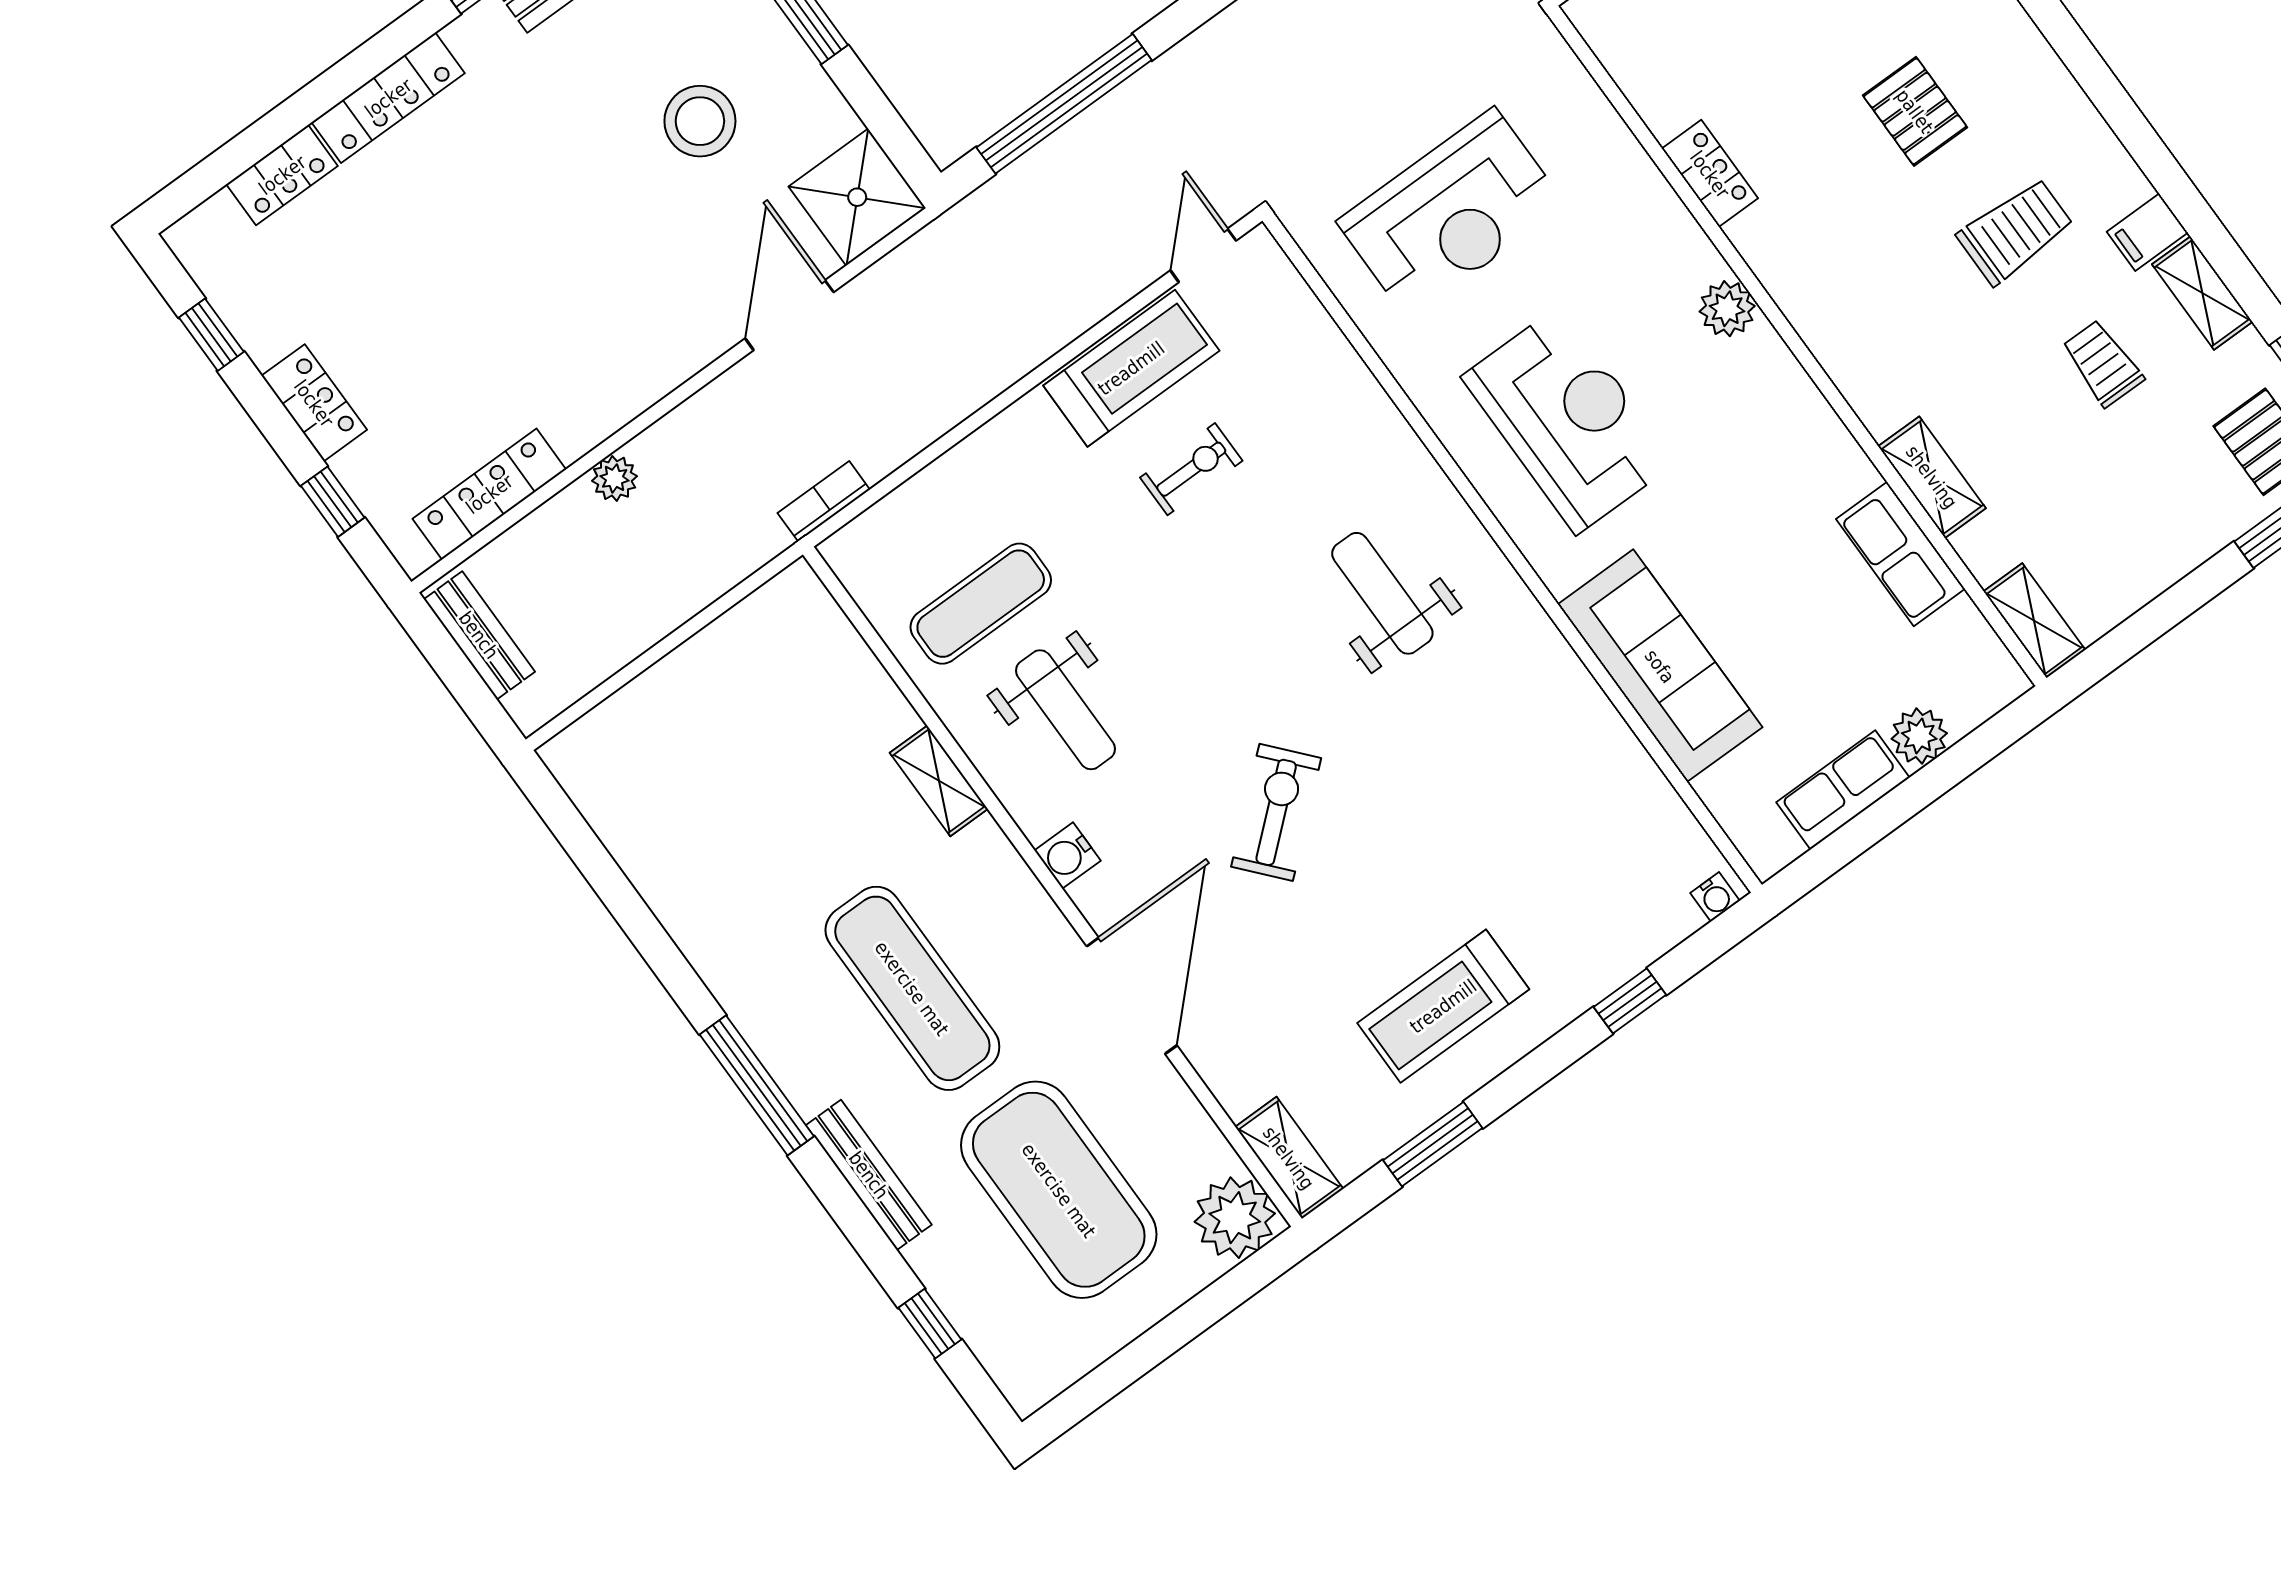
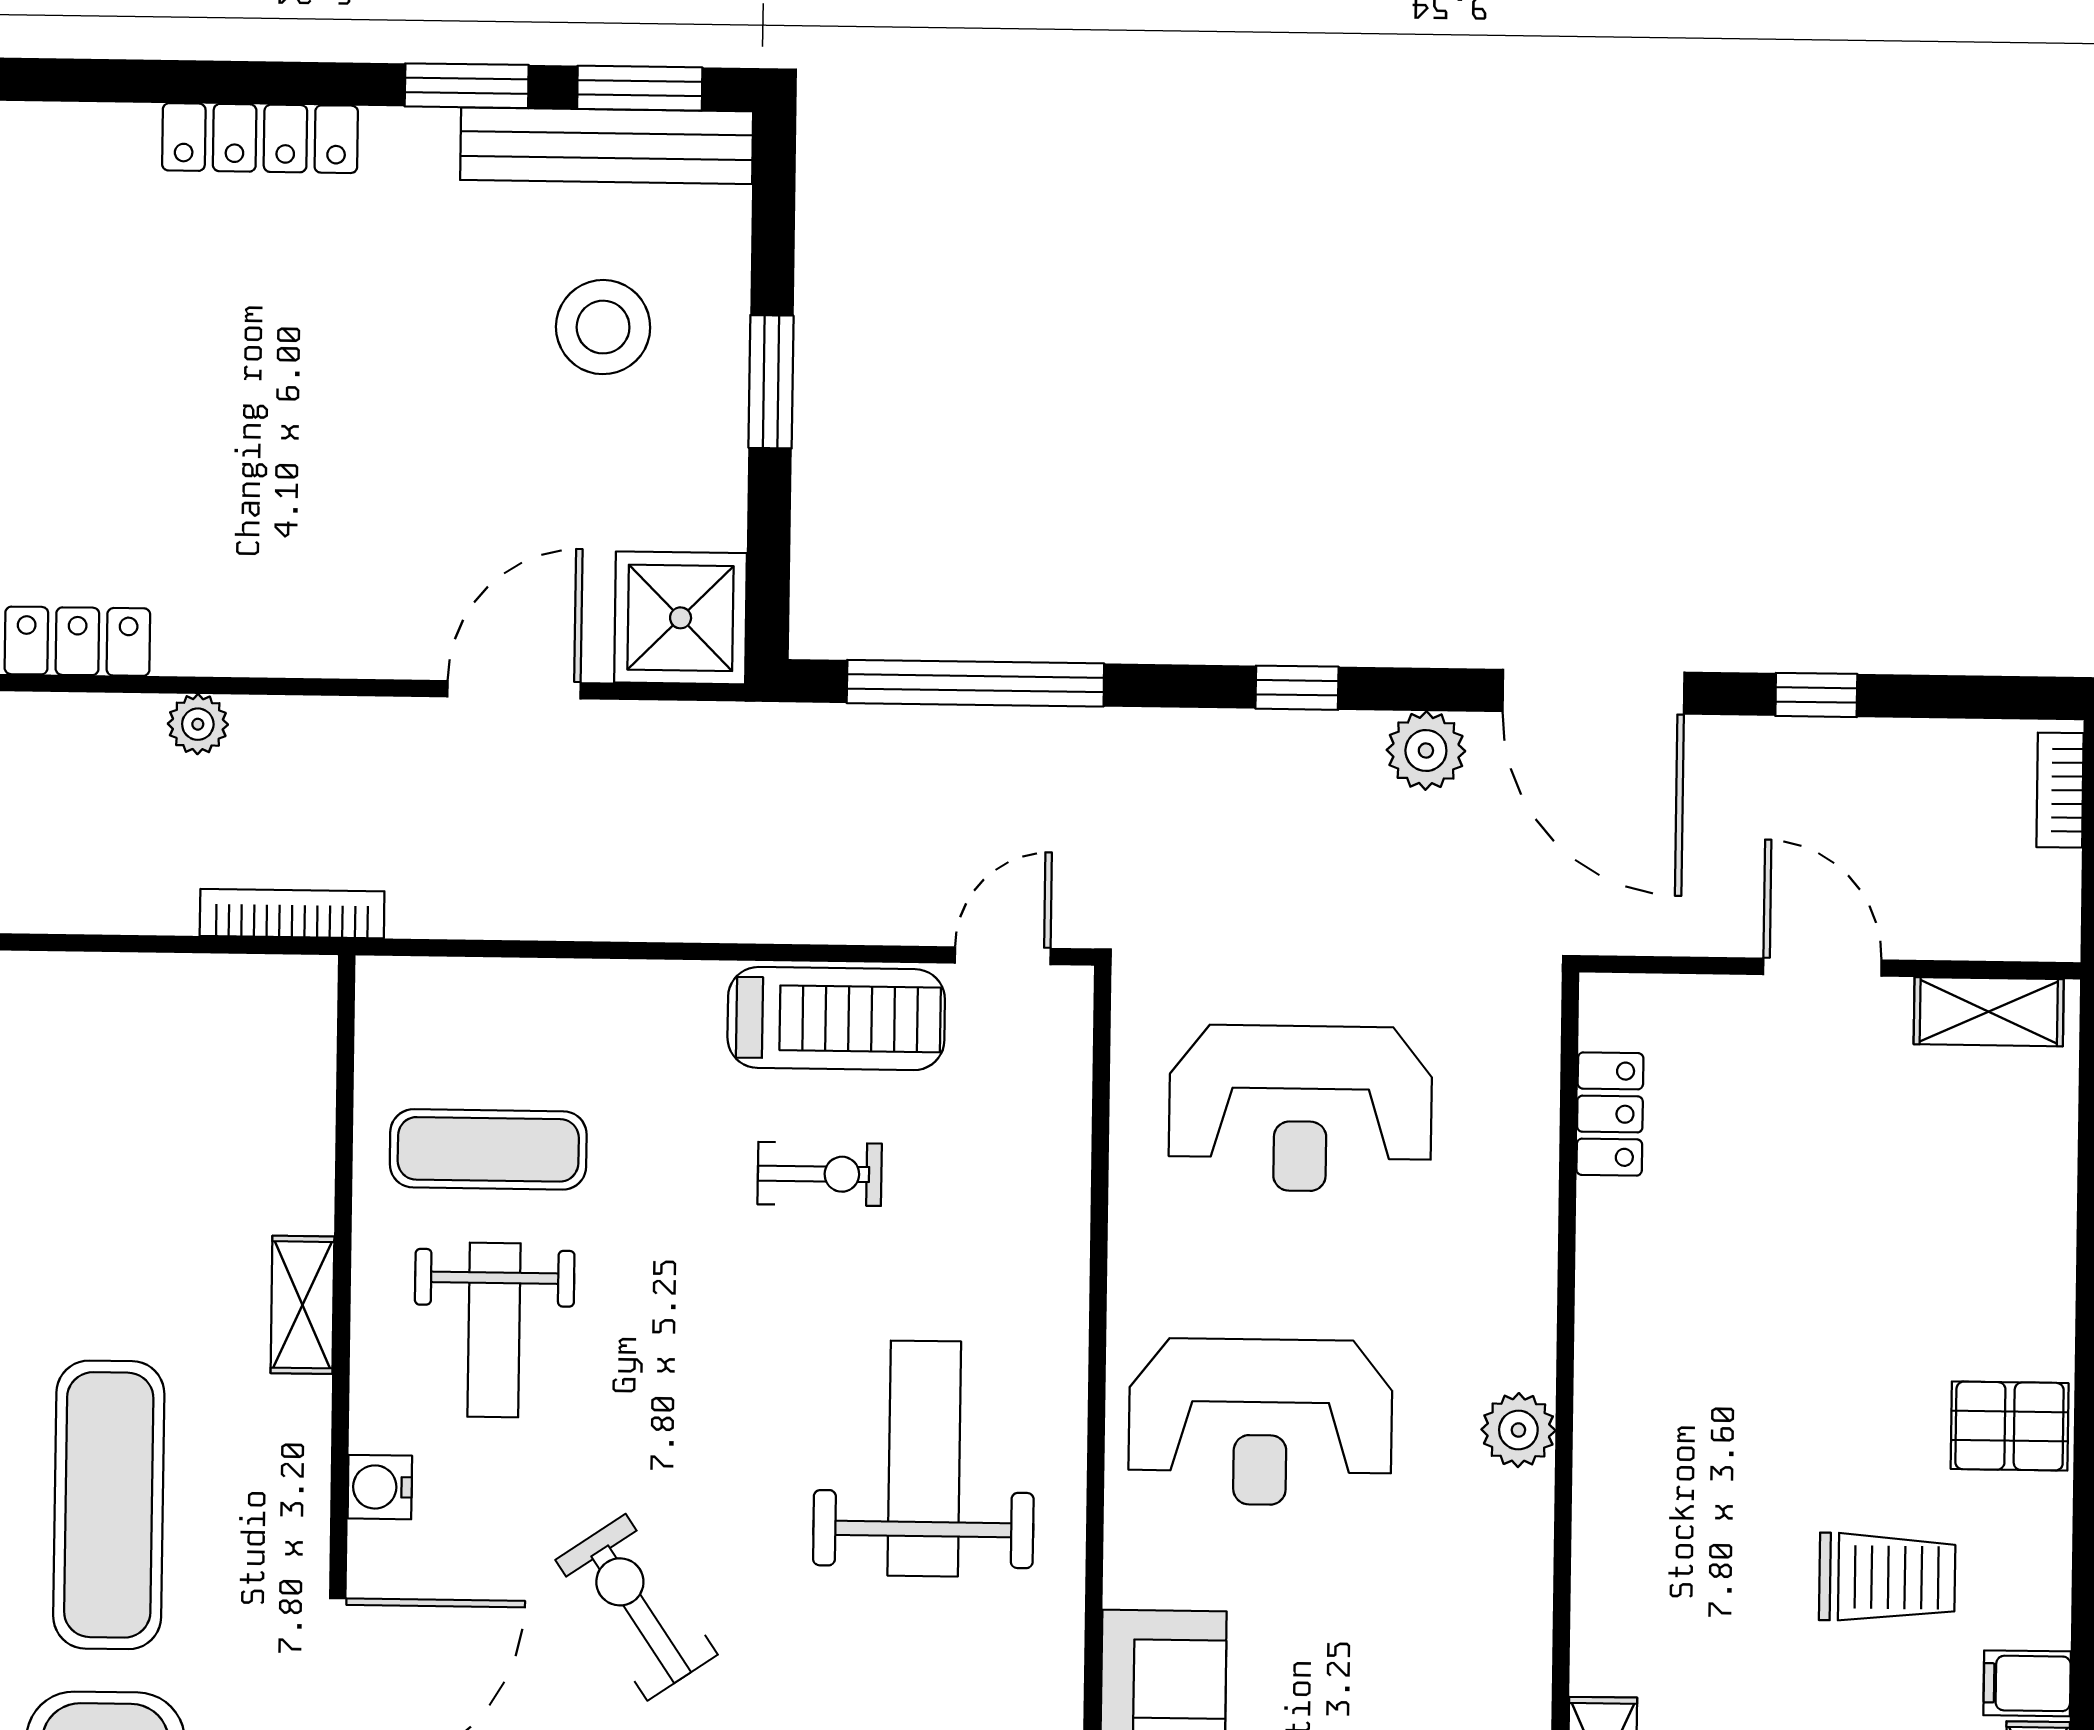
pallet: (1915, 111) -> (2010, 1426), moved, turned 90
stool: (700, 121) -> (603, 327), moved
locker: (1710, 174) -> (1610, 1114), moved
locker: (282, 175) -> (85, 136), removed
reception desk: (1568, 420) -> (1260, 1422), turned 90
bookcase: (824, 501) -> (292, 914), moved, width x1.56
weight bench: (1382, 593) -> (924, 1459), width x1.36, depth x1.33
exercise bike: (1276, 812) -> (637, 1607), turned -83

